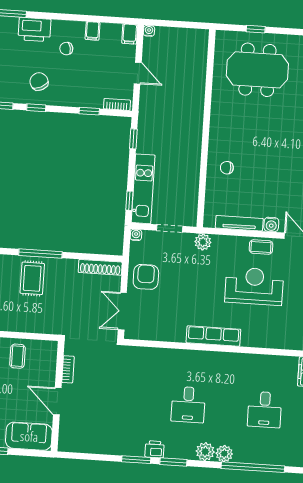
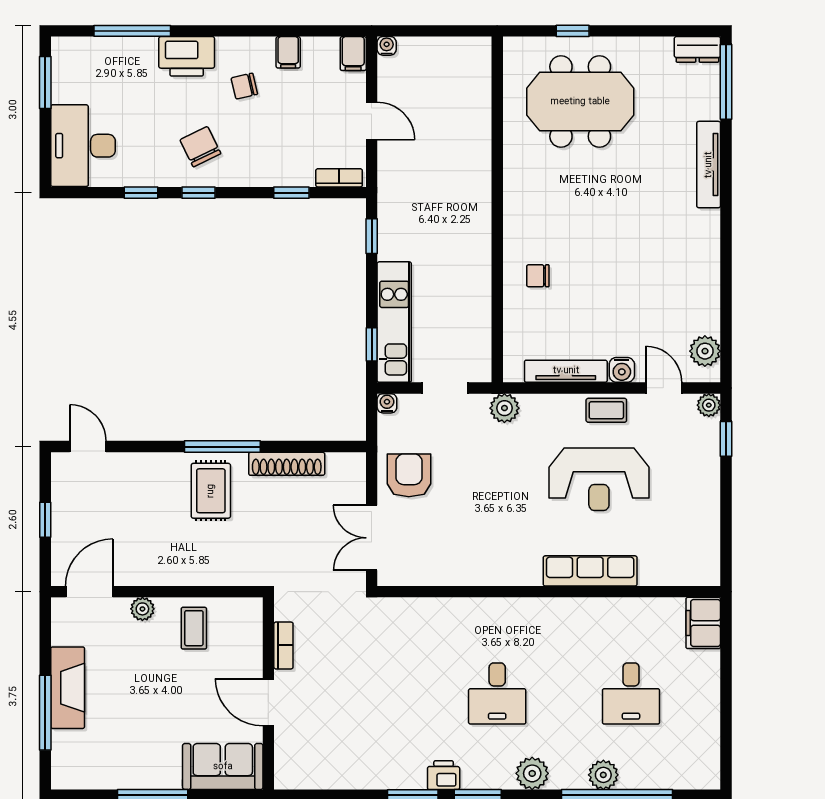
shoe rack: (100, 267) -> (287, 464), moved
reception desk: (254, 286) -> (599, 479), turned 180
row of seats: (213, 336) -> (590, 571), moved
plant: (224, 454) -> (603, 775), moved

